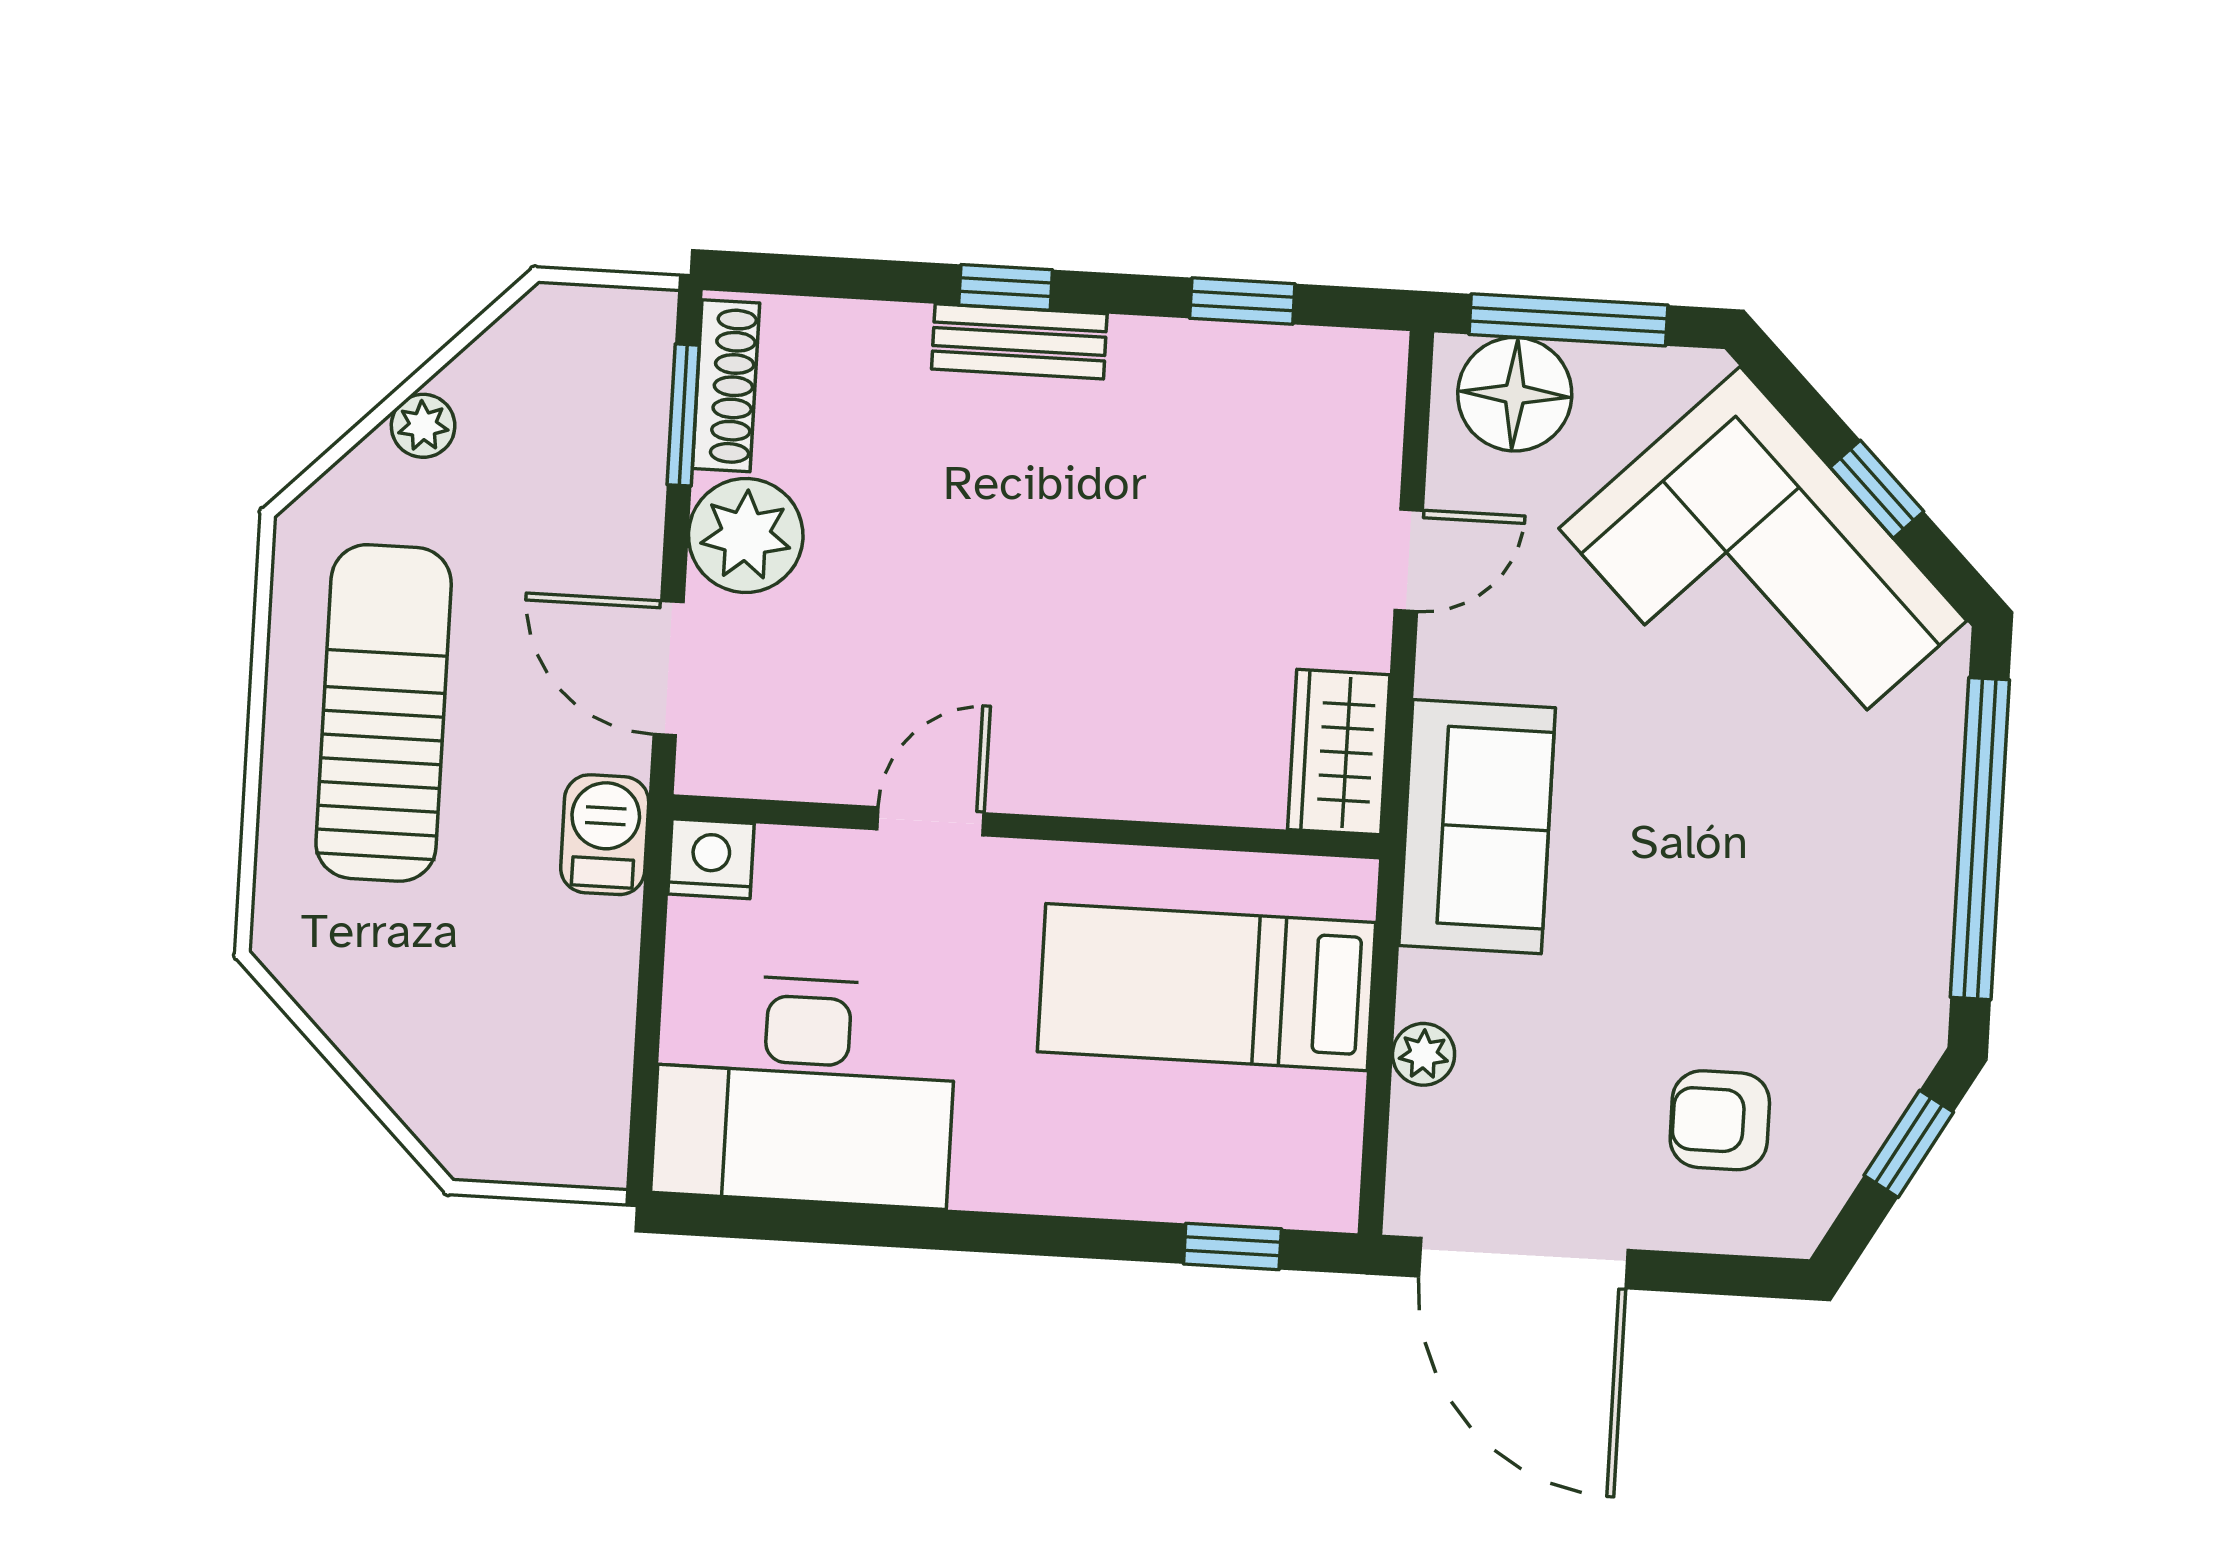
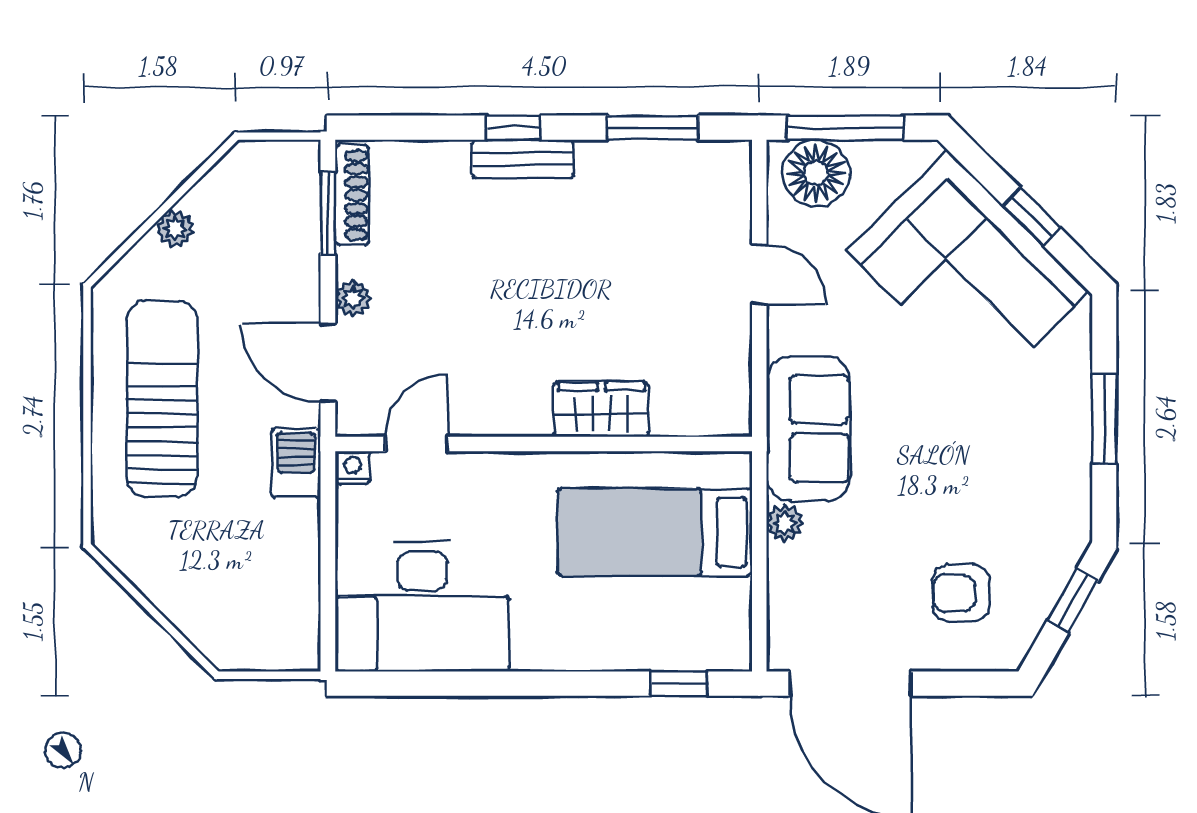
window: (1242, 301) -> (653, 128), width x1.50
plant: (746, 535) -> (353, 298), width x0.53, depth x0.53
door: (1409, 560) -> (759, 274), hinge flipped
wardrobe: (1339, 752) -> (601, 409), moved, turned 90
door: (930, 821) -> (416, 444), moved
window: (1980, 839) -> (1104, 419), width x0.47
nightstand: (711, 859) -> (352, 468), width x0.72, depth x0.74
plant: (1424, 1054) -> (785, 523), moved

